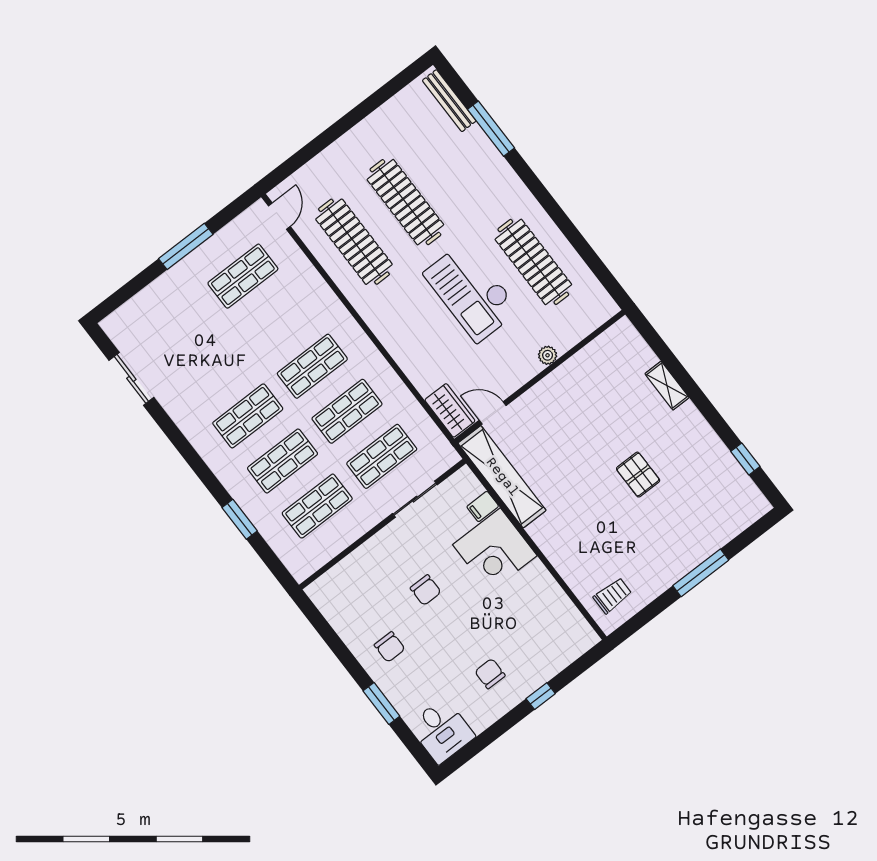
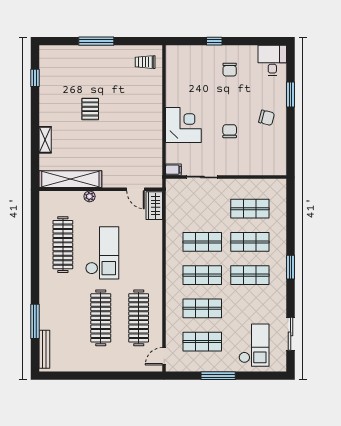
checkout: (169, 325) -> (254, 345), added
shop shelf: (382, 456) -> (202, 308), moved
shelving: (502, 477) -> (70, 179), moved, turned 90
filing cabinet: (483, 506) -> (173, 170), moved
window: (240, 519) -> (291, 267), moved
chair: (390, 647) -> (267, 118), turned 104

